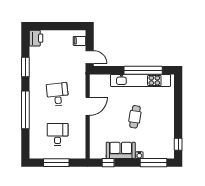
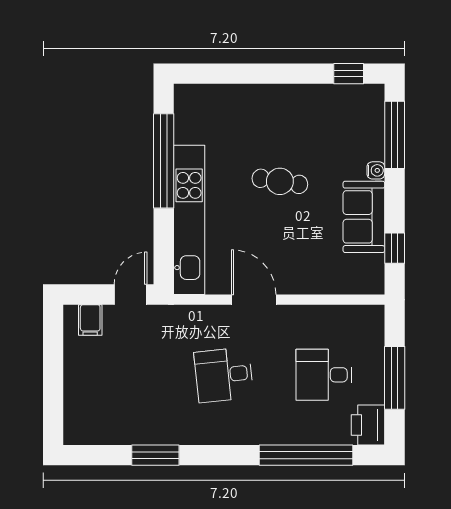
printer: (36, 38) -> (368, 425), moved, turned -90
kitchen unit: (141, 80) -> (189, 220), moved
window: (25, 110) -> (306, 455), moved

